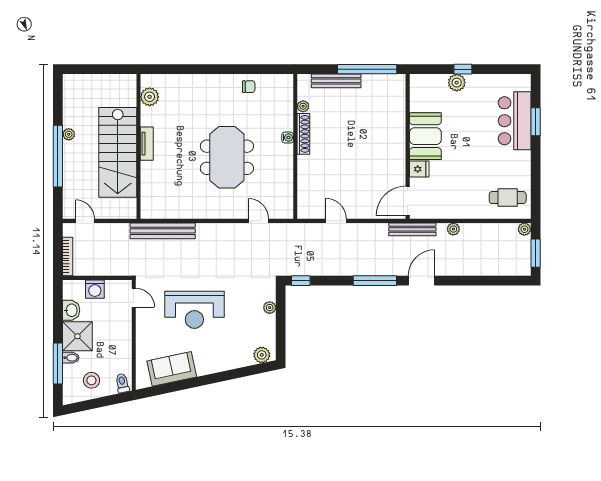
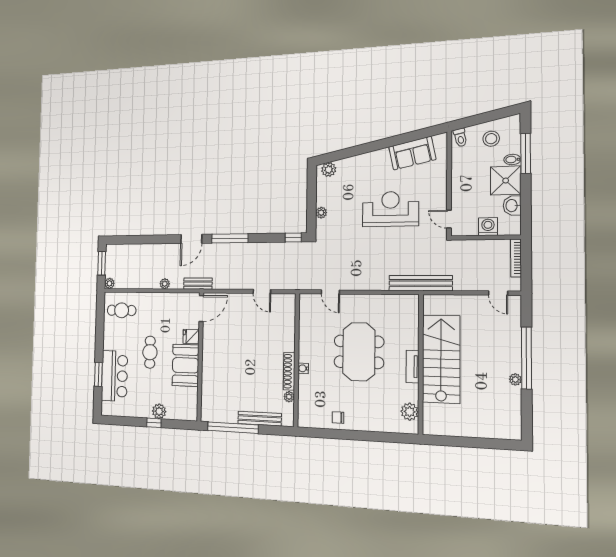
plant: (150, 97) -> (410, 412), moved
tv unit: (147, 144) -> (413, 367), moved
wall: (138, 146) -> (421, 364), moved
cafe table: (470, 150) -> (150, 352), added
stairs: (118, 152) -> (441, 359), moved
bench: (412, 229) -> (198, 284), width x0.73

